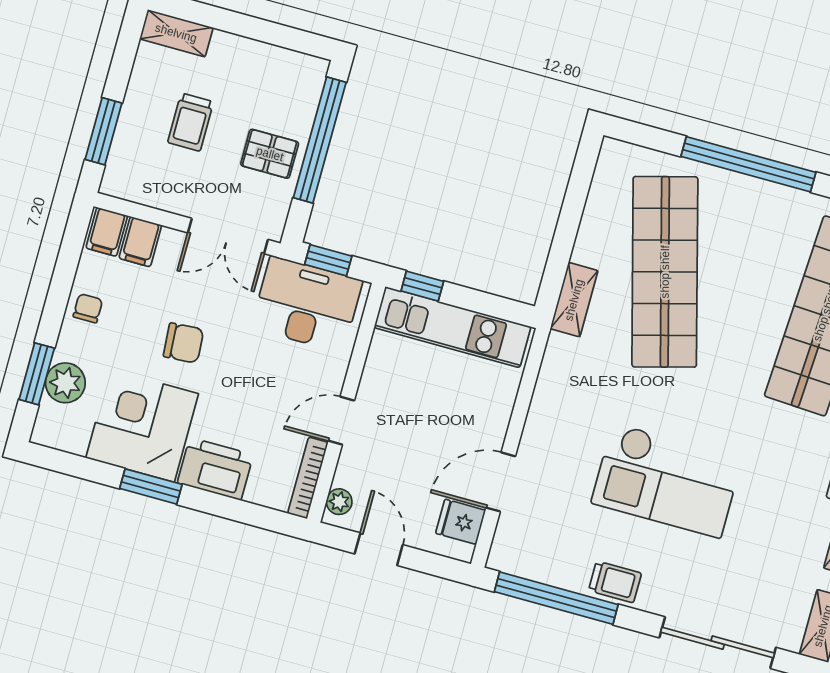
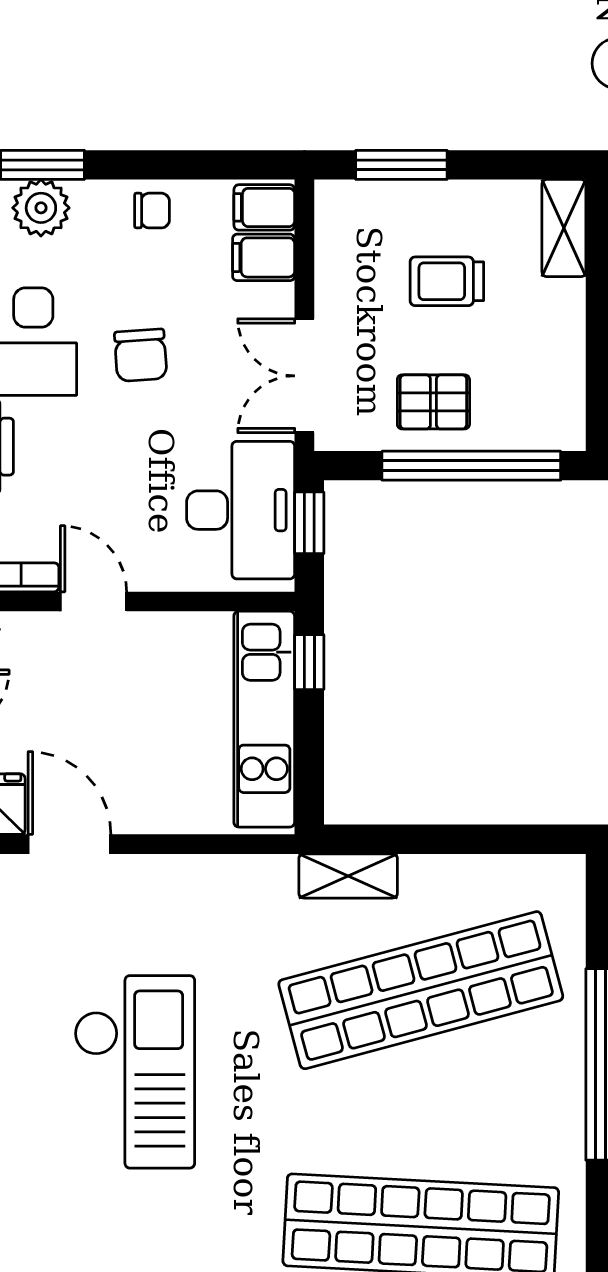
pallet: (270, 154) -> (433, 402), turned 90
checkout: (667, 480) -> (135, 1072), turned 180

